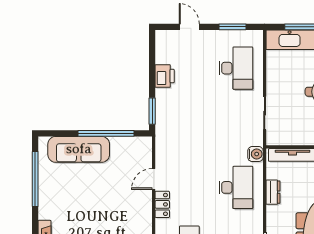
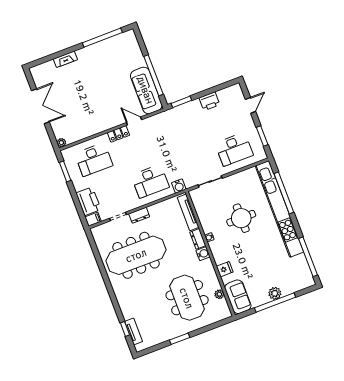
sofa: (79, 149) -> (146, 90), moved
dresser: (273, 192) -> (139, 215), moved

